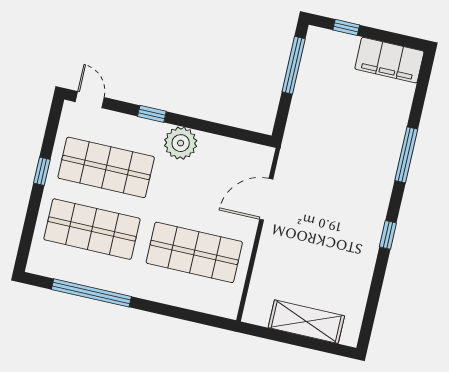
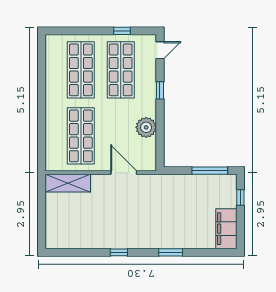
plant: (181, 143) -> (146, 127), moved
window: (406, 155) -> (171, 252), width x0.69
window: (42, 171) -> (122, 31), moved
window: (91, 293) -> (42, 78), removed
shelving: (306, 322) -> (68, 183), moved, turned 90

